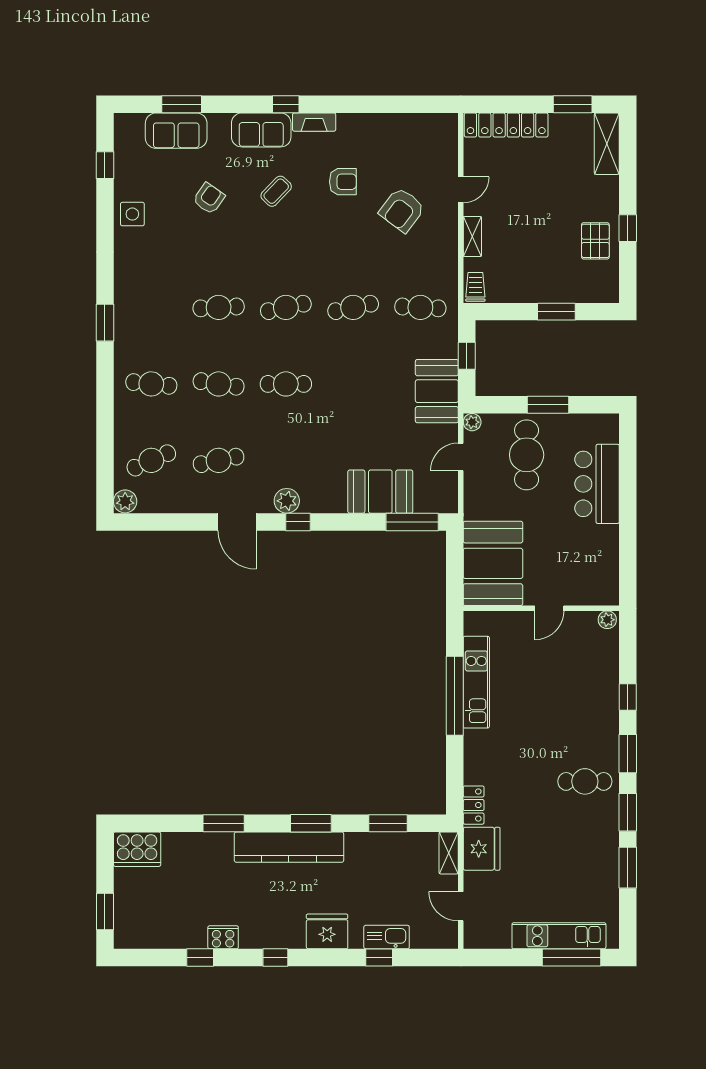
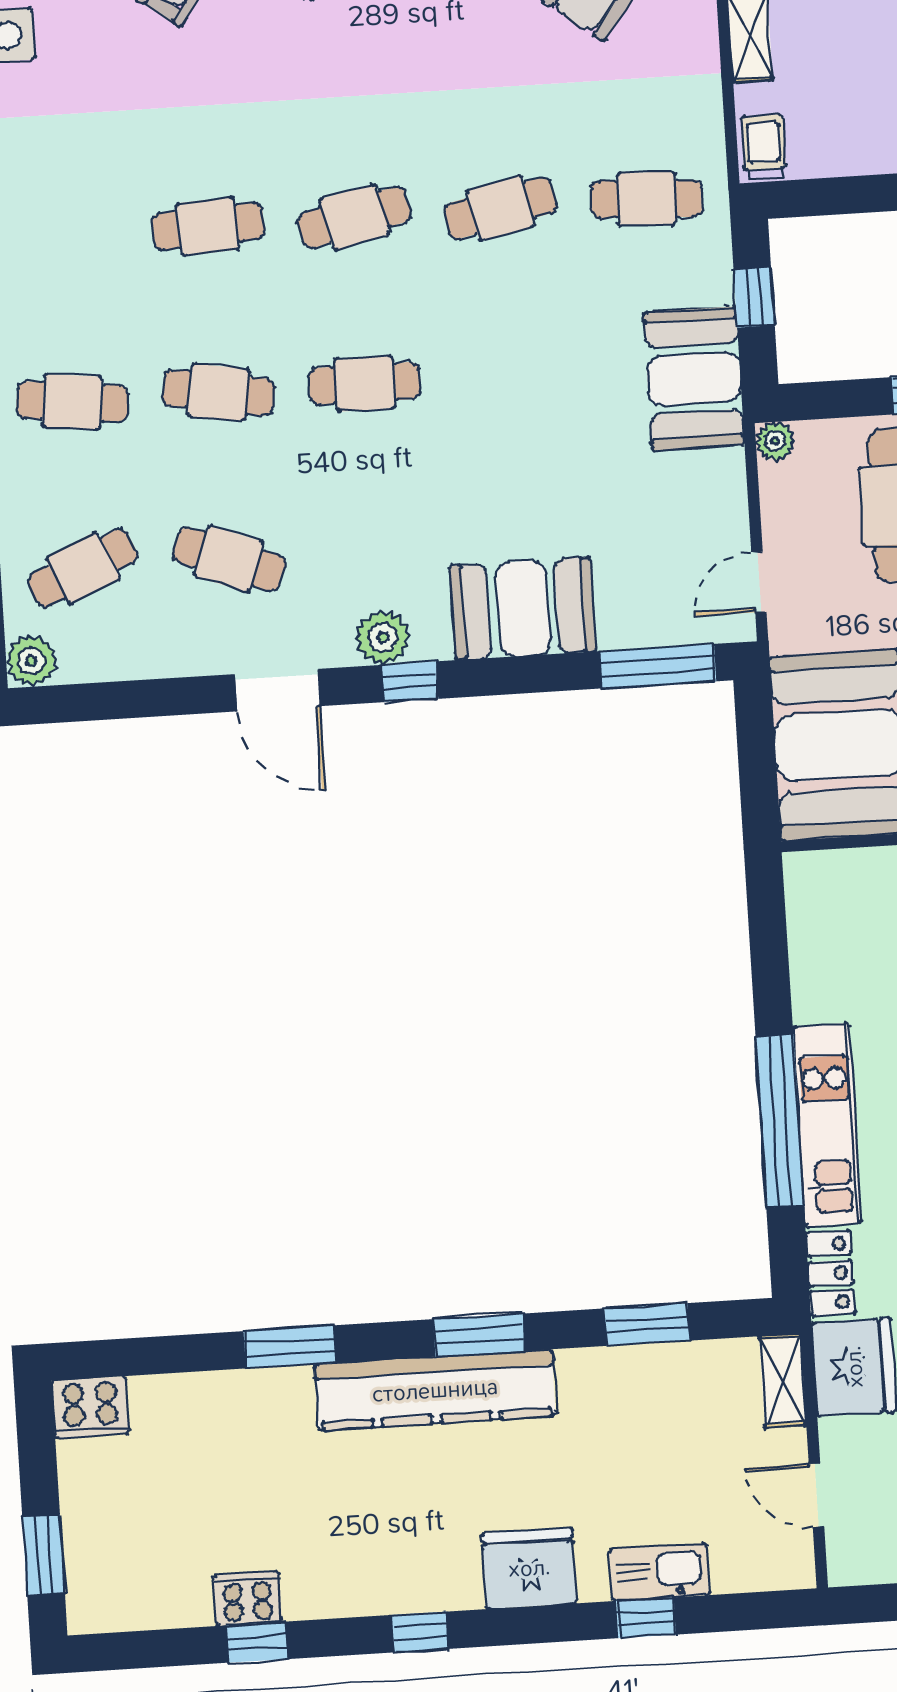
door: (461, 457) -> (759, 582), moved
cafe table: (219, 460) -> (229, 559), turned 33
booth: (380, 492) -> (523, 609), moved
kitchen unit: (476, 682) -> (827, 1125), moved
window: (455, 696) -> (780, 1121), moved
cooker: (137, 849) -> (90, 1407), width x0.73, depth x0.76
cooker: (223, 937) -> (247, 1599), moved

